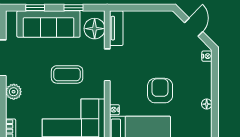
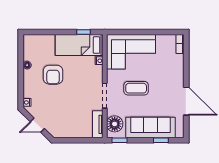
window: (74, 8) -> (119, 140), moved
door: (194, 27) -> (37, 125), hinge flipped
armchair: (160, 91) -> (53, 75), moved
plant: (14, 92) -> (178, 75), removed

